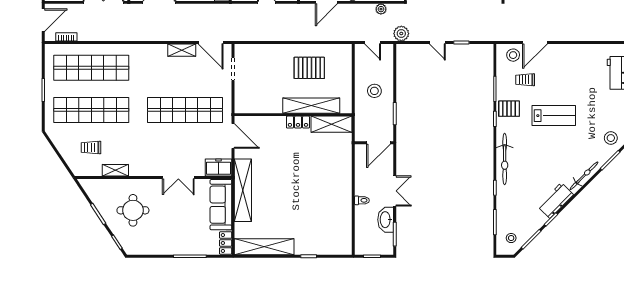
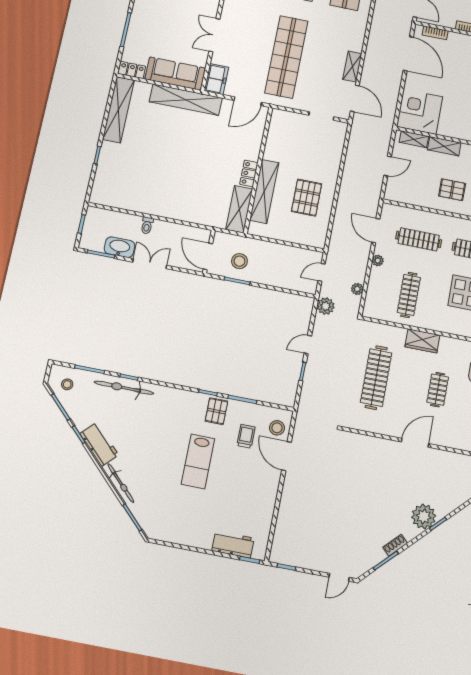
door: (211, 42) -> (355, 98), swing flipped
stool: (374, 91) -> (239, 261), moved
stool: (611, 138) -> (158, 523), removed
bicycle: (505, 159) -> (124, 388), moved
double door: (395, 191) -> (150, 264), swing flipped

